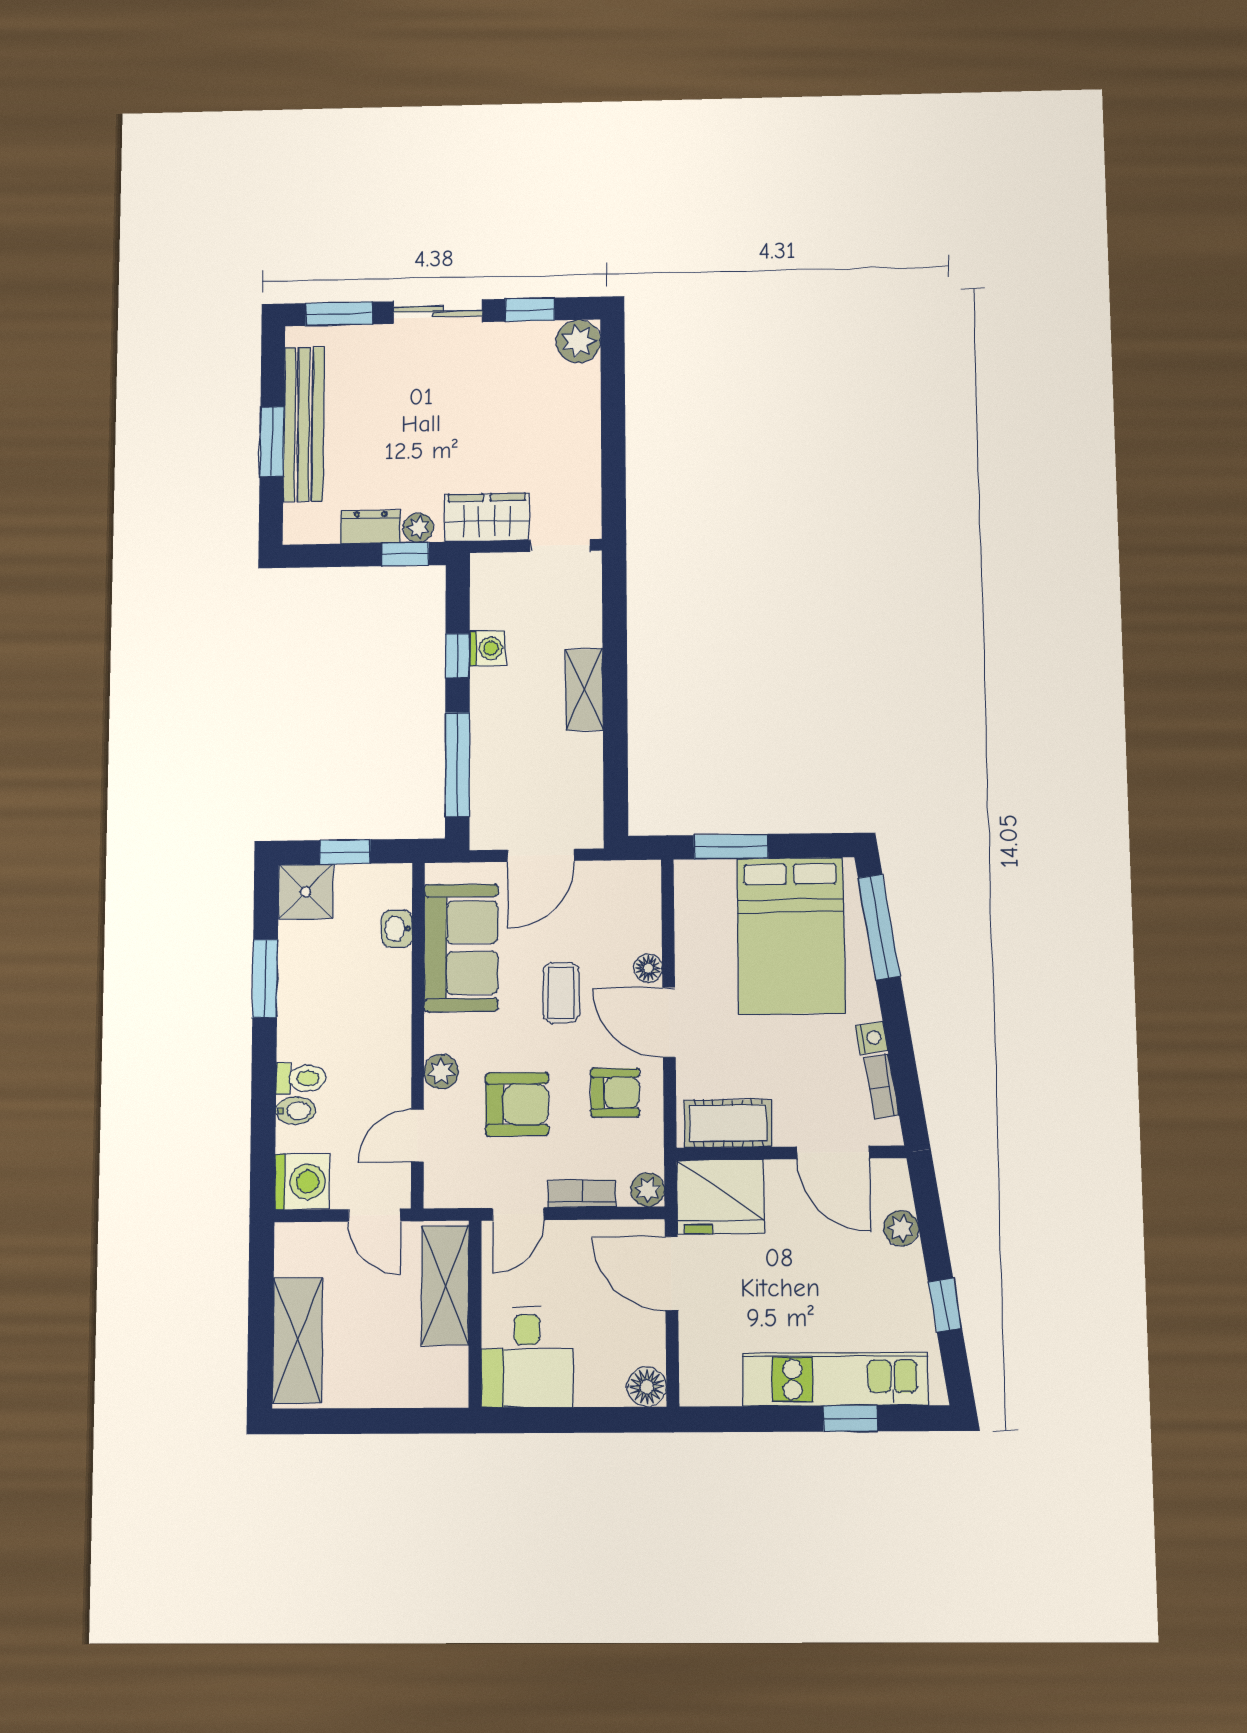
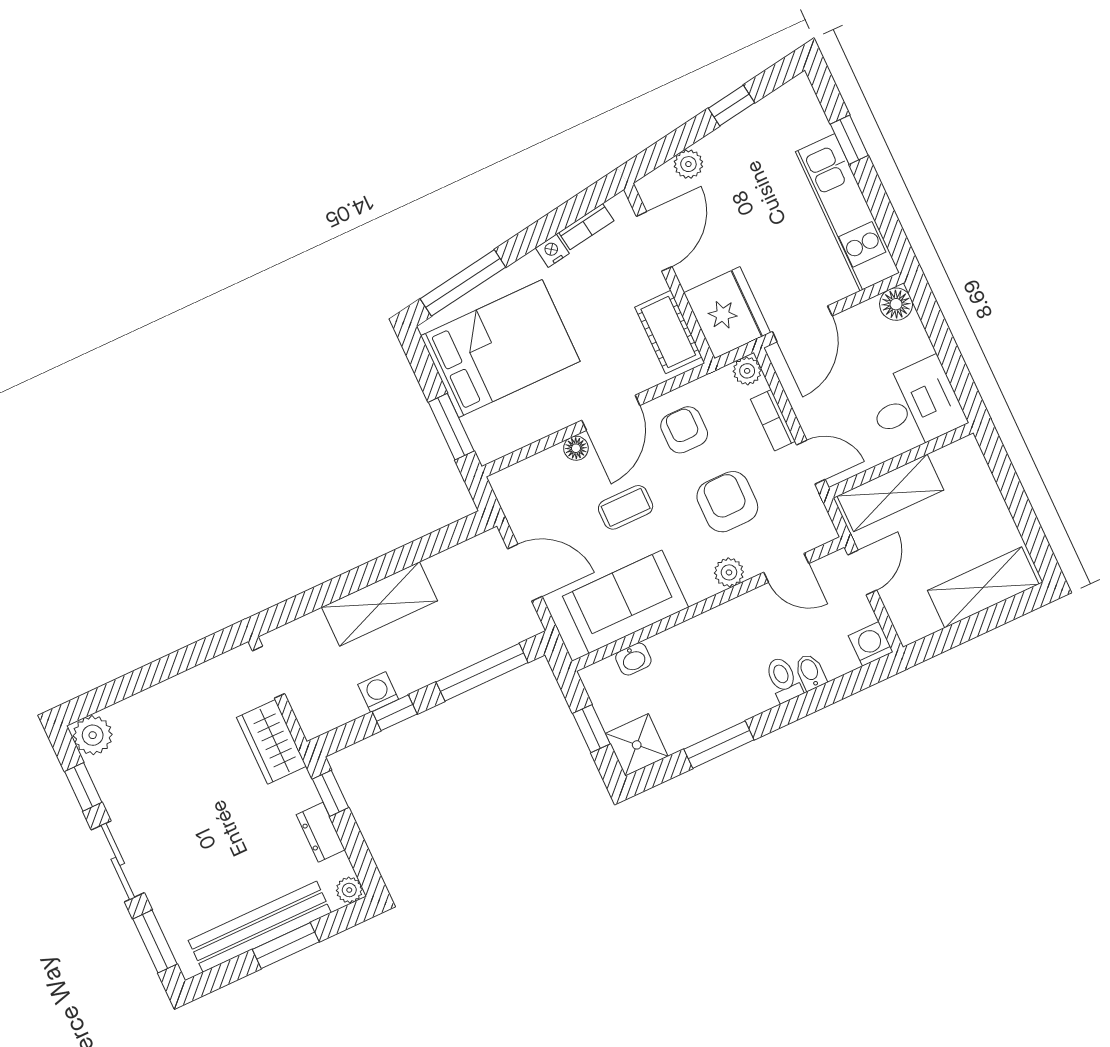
plant: (418, 528) -> (349, 890), moved
shelving: (584, 690) -> (380, 604), width x1.50, depth x1.33
washing machine: (302, 1182) -> (871, 644), width x0.73, depth x0.73
kitchen unit: (835, 1379) -> (847, 212), moved

